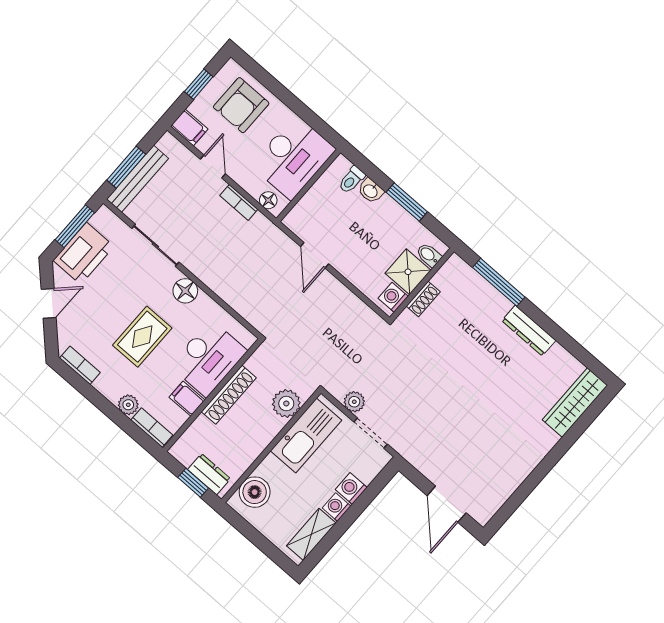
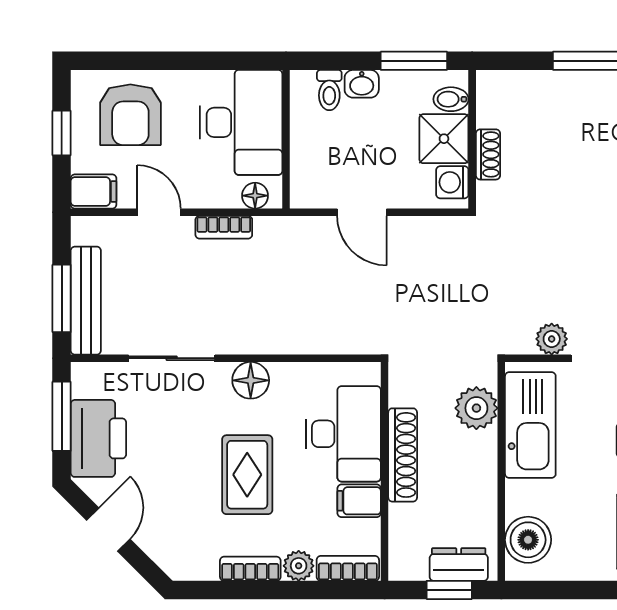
bidet: (429, 255) -> (451, 99), moved
shower: (408, 272) -> (444, 139), moved
wall: (422, 284) -> (472, 139), moved
washing machine: (393, 297) -> (452, 182), moved
shoe rack: (423, 299) -> (488, 154), moved
bookcase: (80, 365) -> (250, 569), moved

